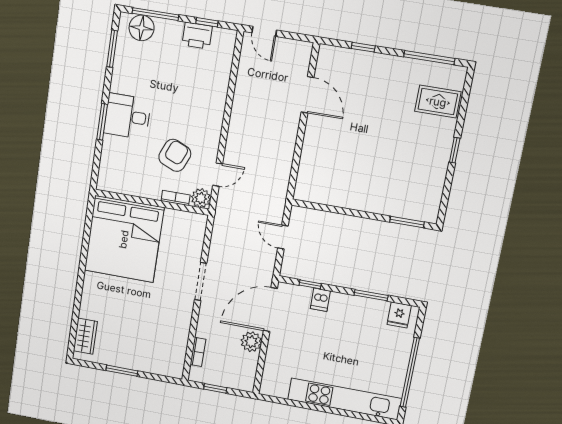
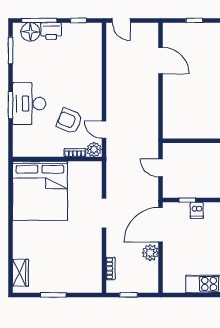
printer: (197, 36) -> (51, 31), moved
desk: (127, 116) -> (29, 104), width x1.37
armchair: (175, 155) -> (69, 121), turned -91
door: (218, 175) -> (104, 130), swing flipped

